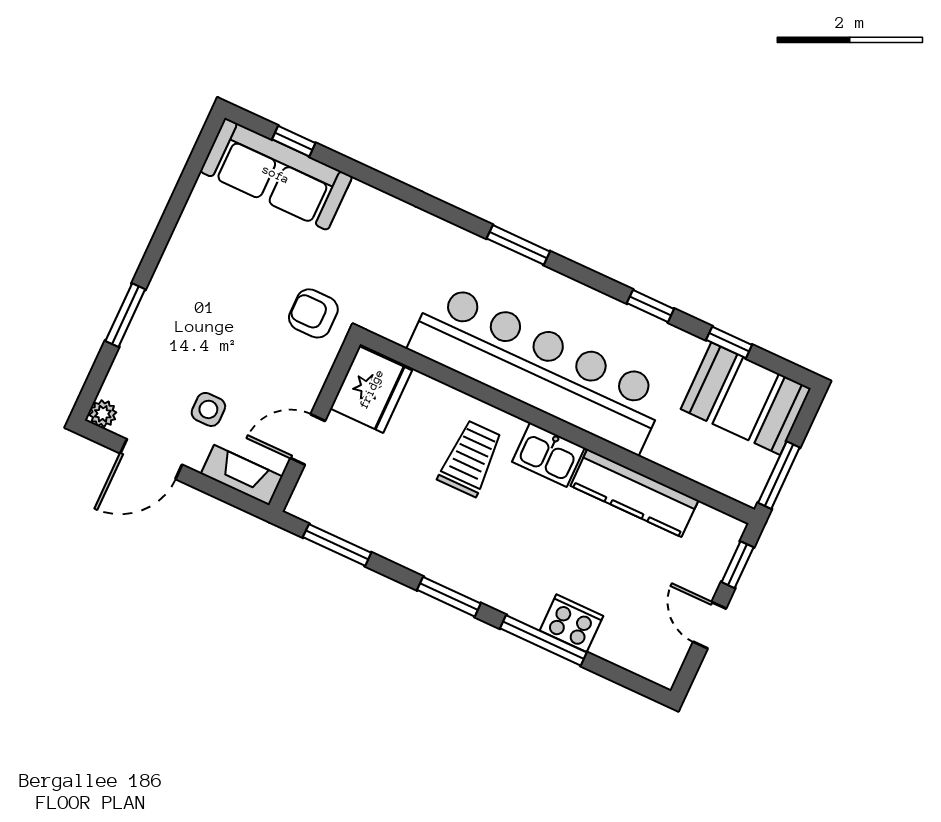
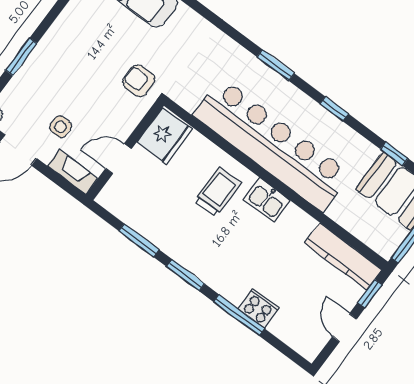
window: (650, 306) -> (334, 109), moved
kitchen counter: (634, 493) -> (343, 256), moved
window: (337, 545) -> (139, 240), moved

